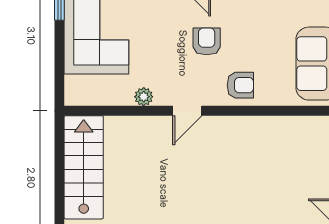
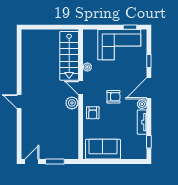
plant: (220, 129) -> (72, 103), added
stairs: (84, 167) -> (69, 56), moved, turned 90

